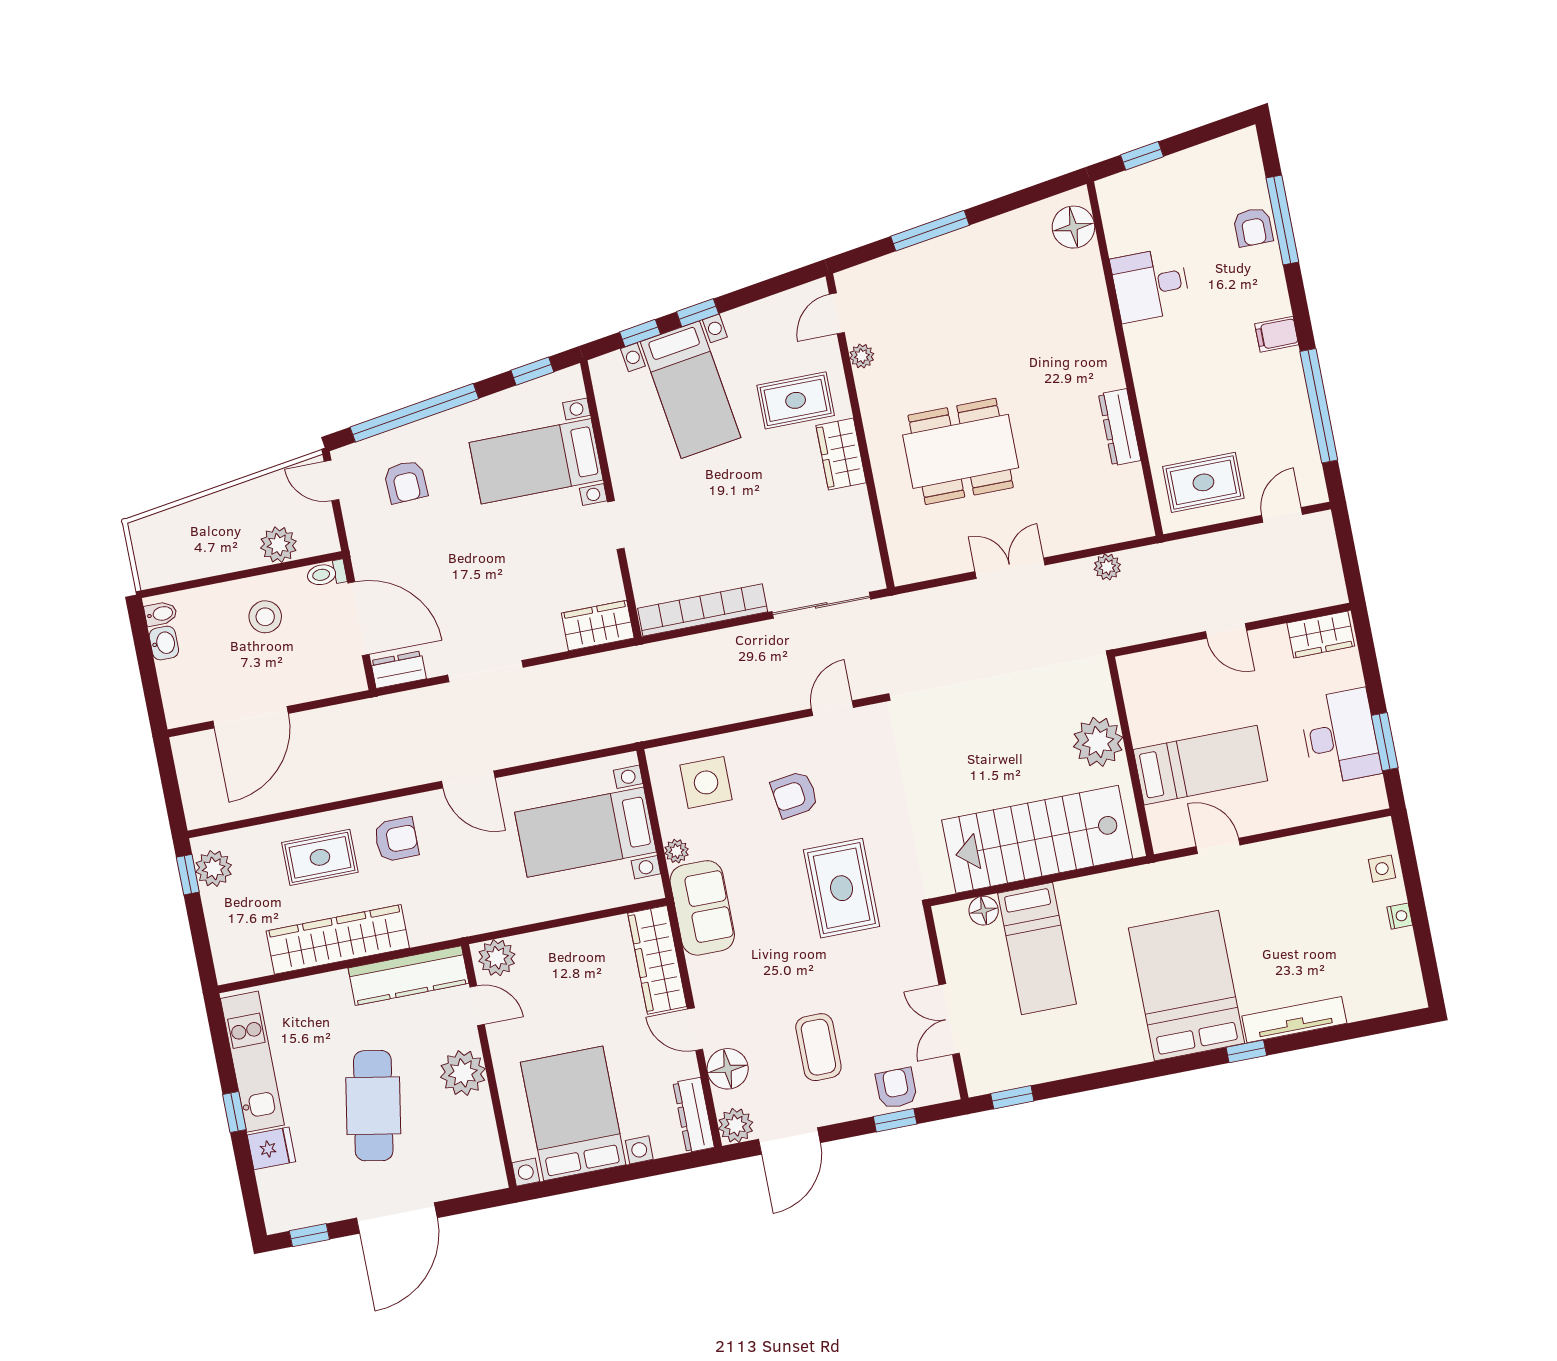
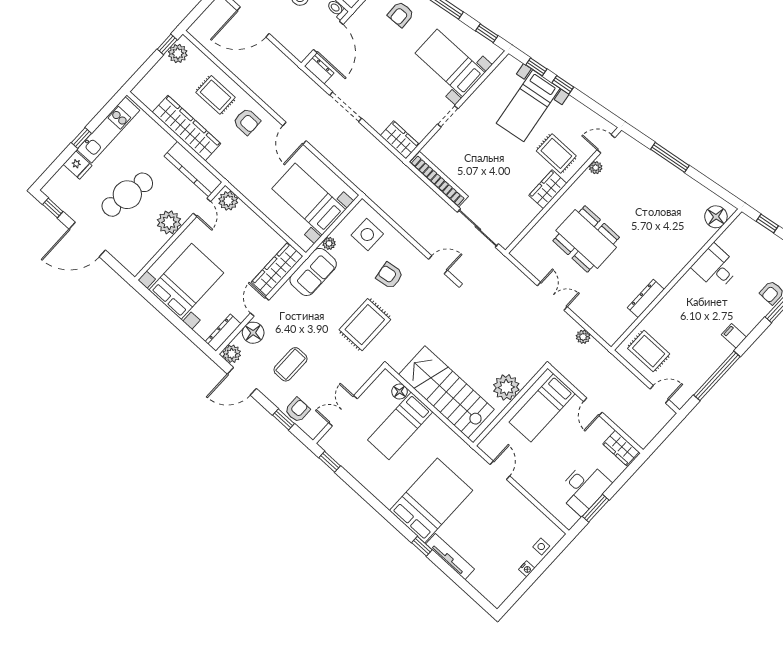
bed: (1200, 765) -> (542, 408), moved, turned 90

